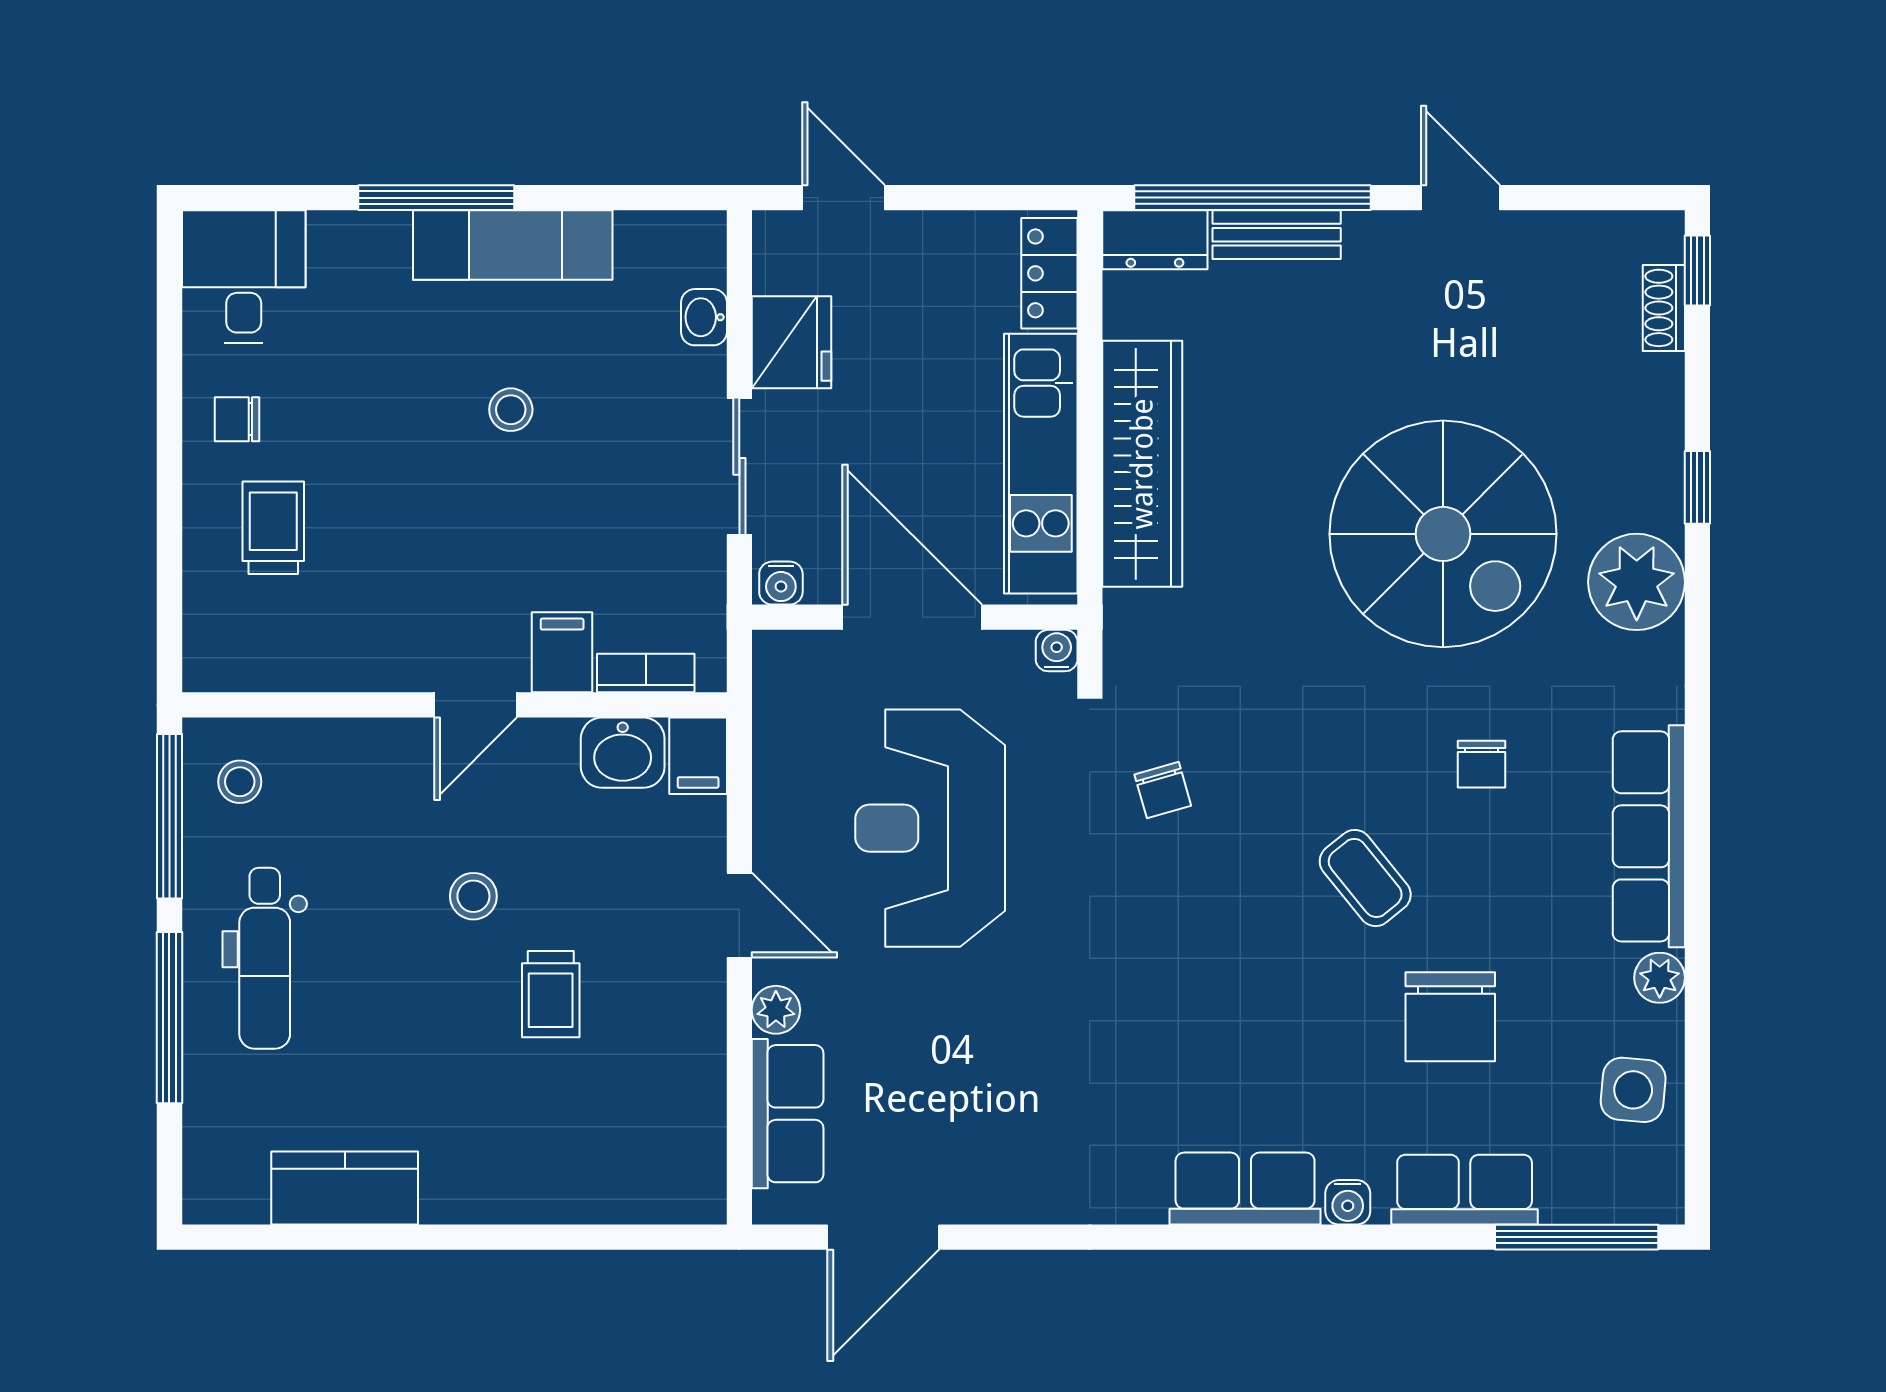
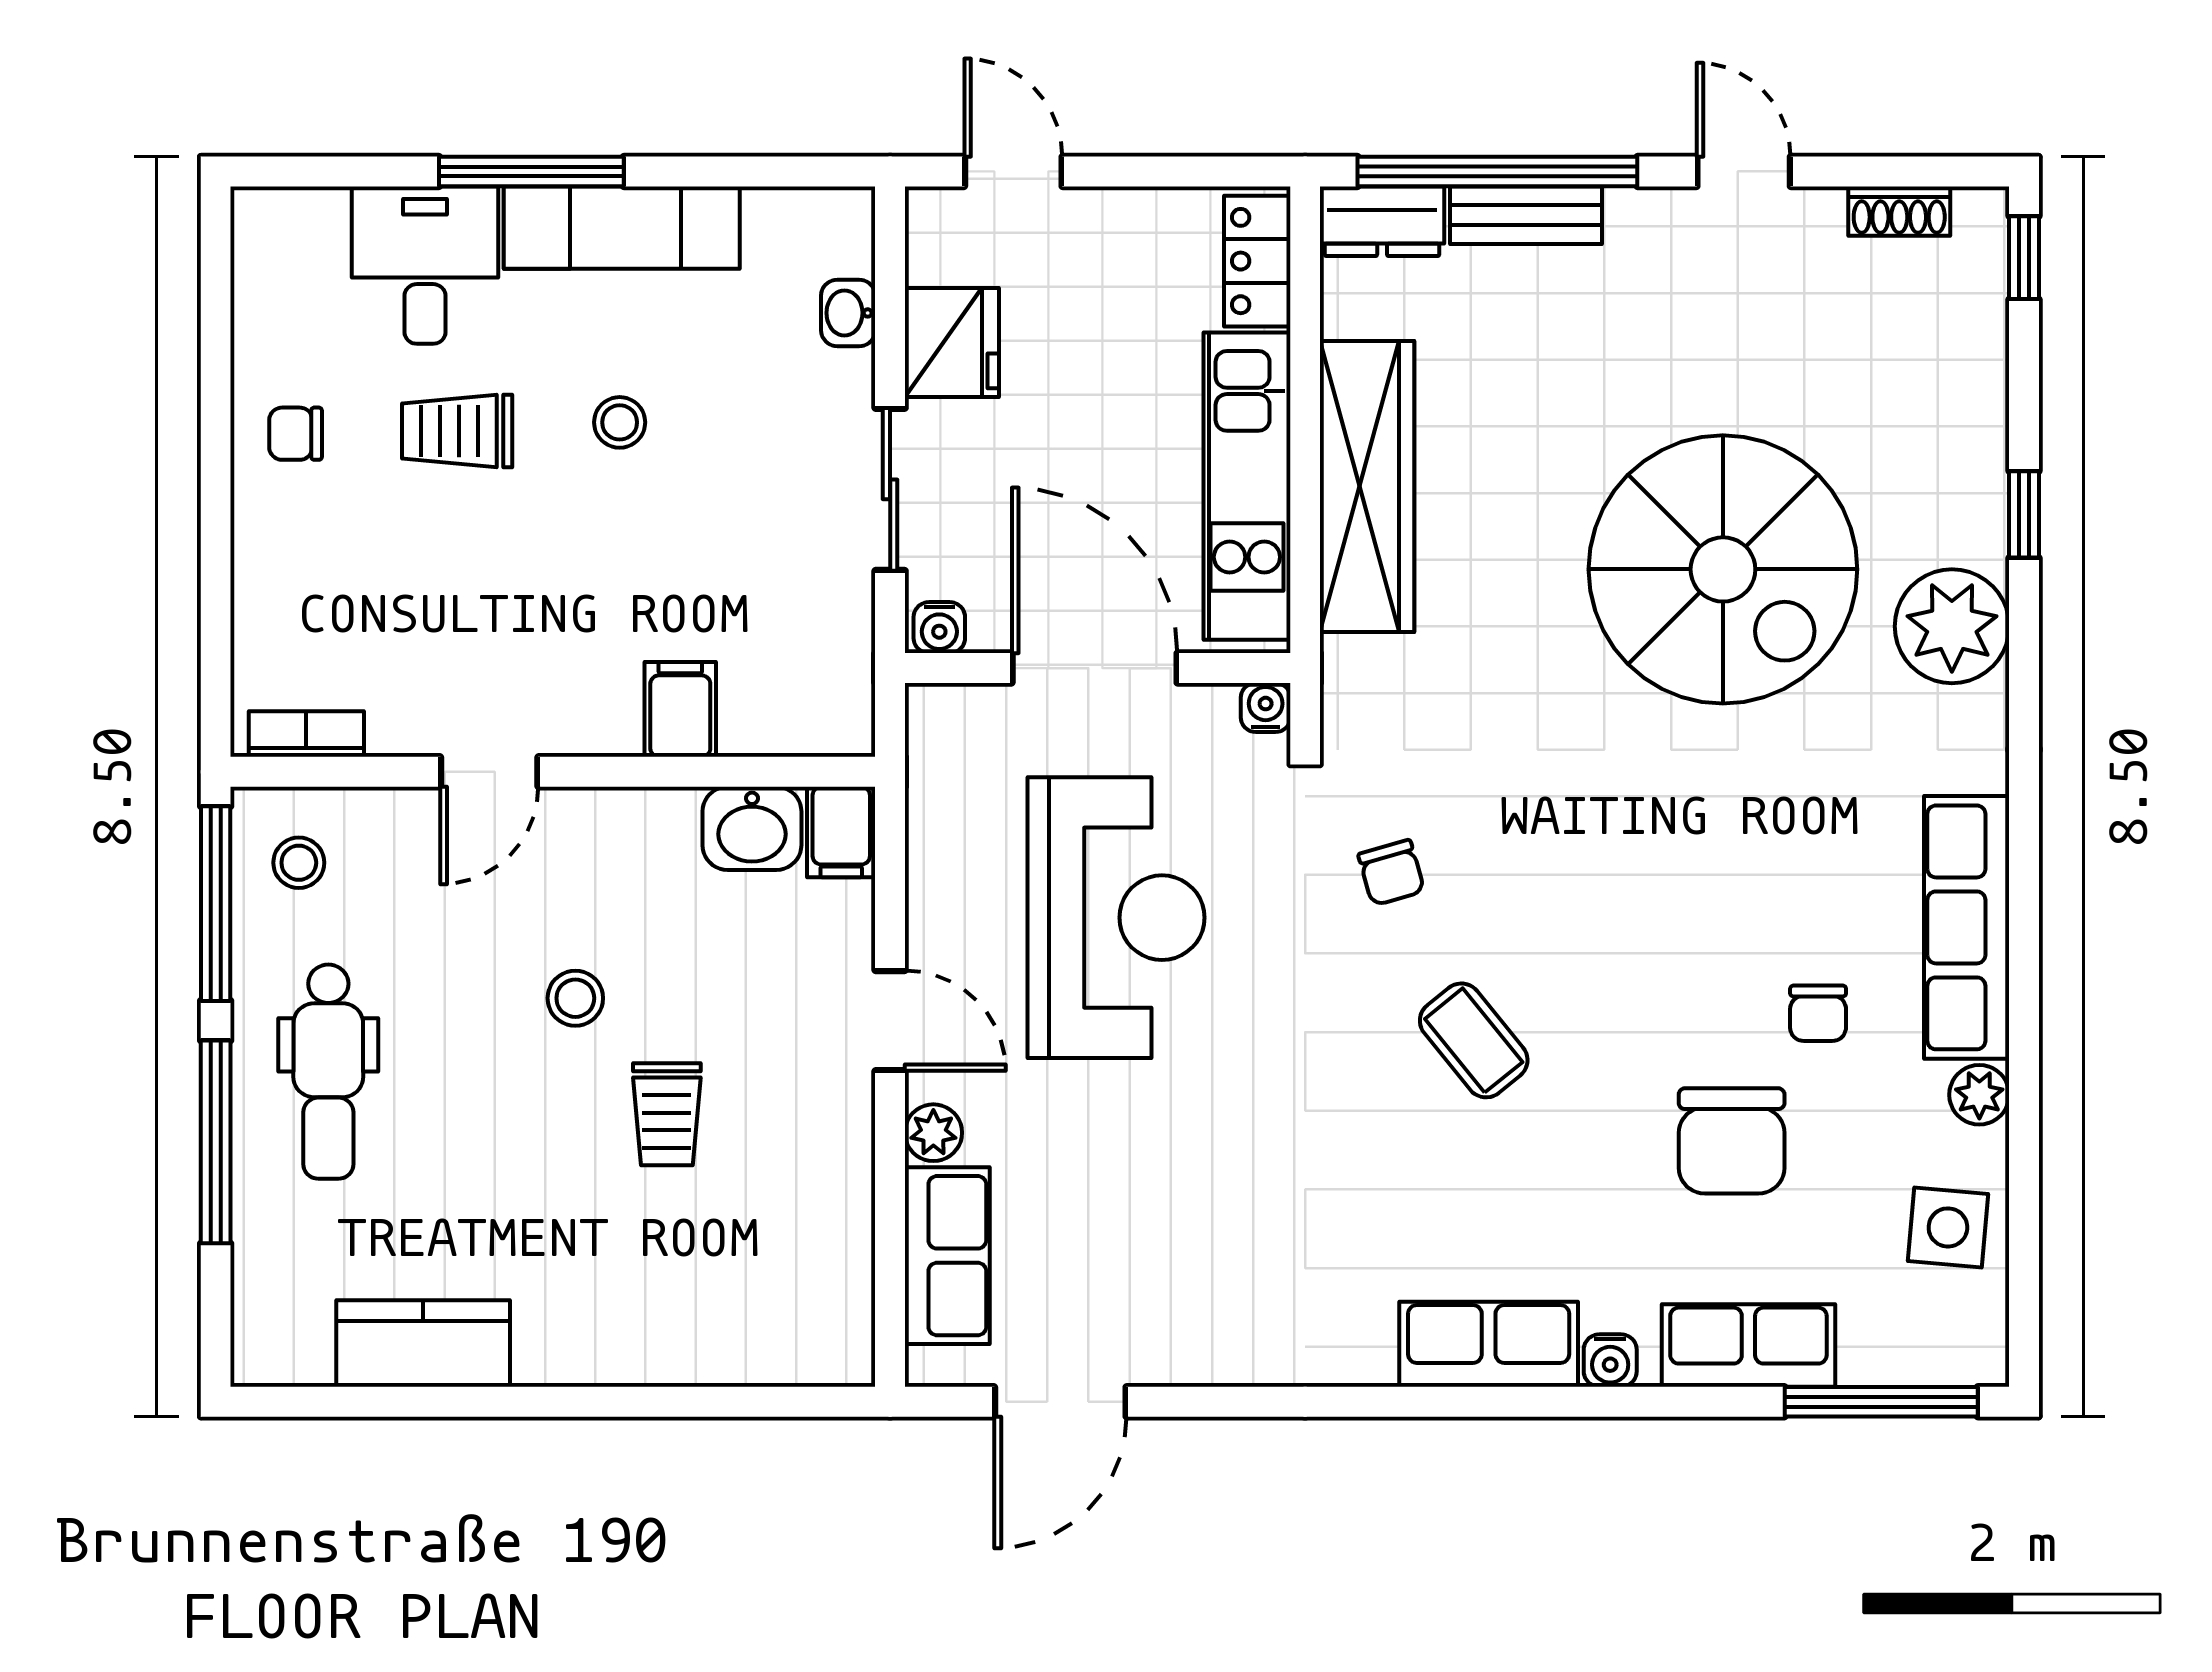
desk: (244, 277) -> (425, 265), moved
shoe rack: (1664, 308) -> (1899, 211), moved, turned -90
trolley: (273, 528) -> (457, 431), moved, turned -90
bookcase: (646, 673) -> (306, 734), moved
door: (476, 705) -> (489, 772), moved
chair: (1482, 764) -> (1818, 1013), moved
reception desk: (930, 828) -> (1116, 918), turned 180
coffee table: (1365, 878) -> (1474, 1040), moved

